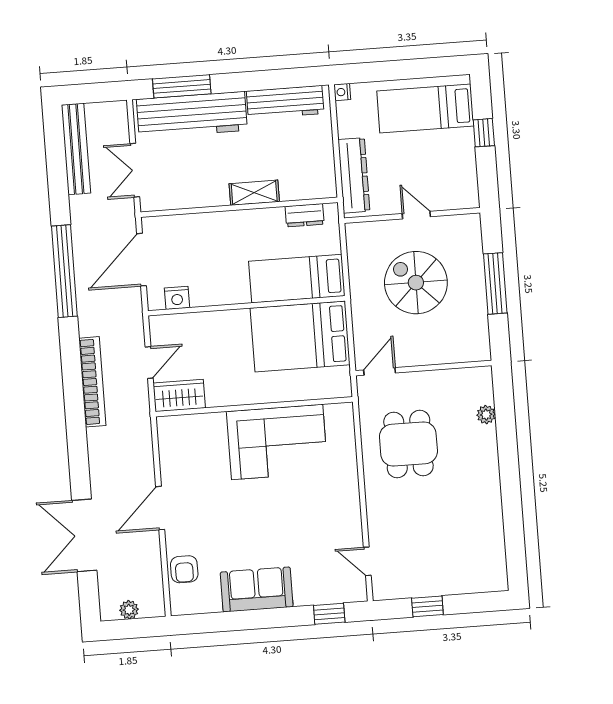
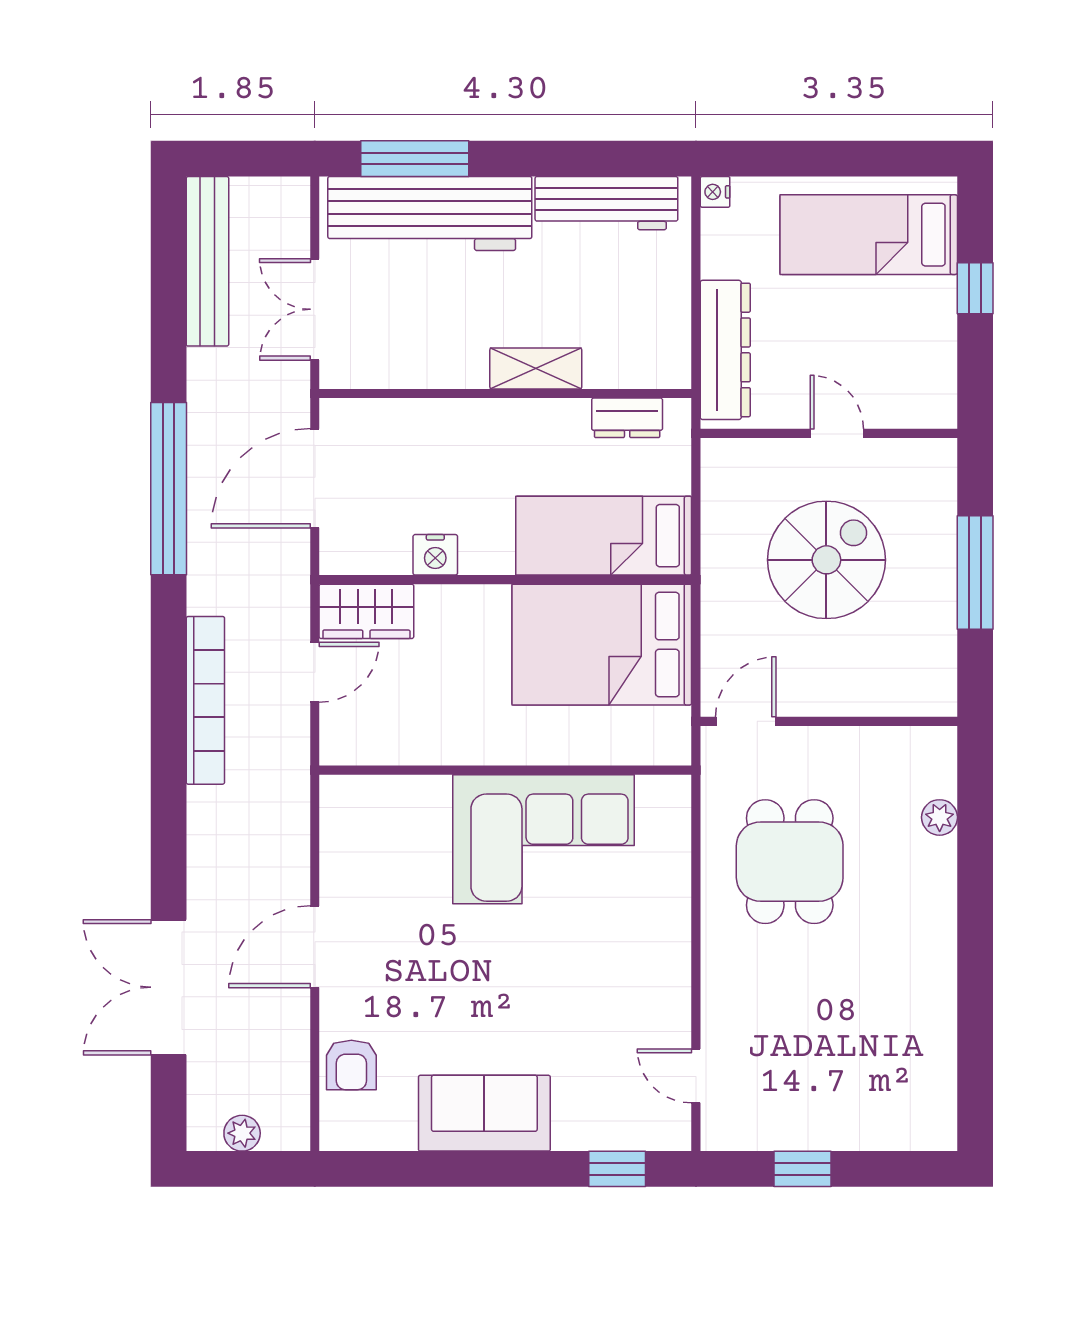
spiral stairs: (416, 283) -> (826, 560), turned 90
nightstand: (177, 298) -> (435, 555), moved
wardrobe: (179, 396) -> (366, 611), moved, turned 180

